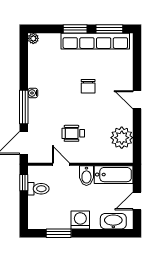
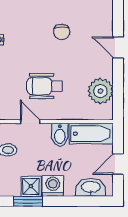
wheelchair: (73, 133) -> (45, 86), width x1.36, depth x1.37
shower: (61, 220) -> (31, 186), added

